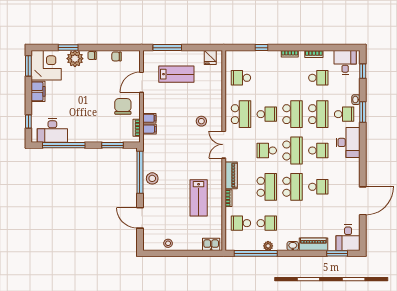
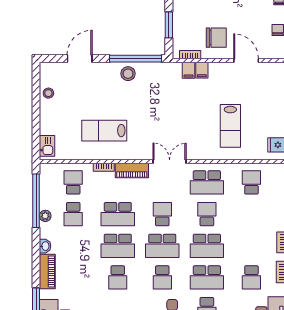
lab bench: (176, 74) -> (230, 126), moved
school desk: (267, 114) -> (207, 214), turned 180
stool: (201, 121) -> (198, 134), removed

